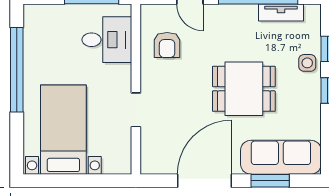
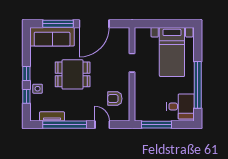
desk: (107, 40) -> (181, 106), moved, turned 180
armchair: (167, 45) -> (115, 99), turned -90
window: (270, 181) -> (58, 24), width x1.44

